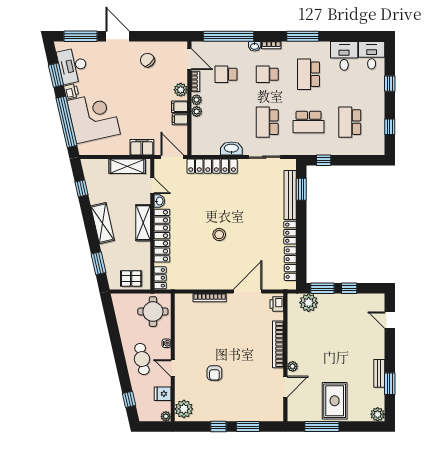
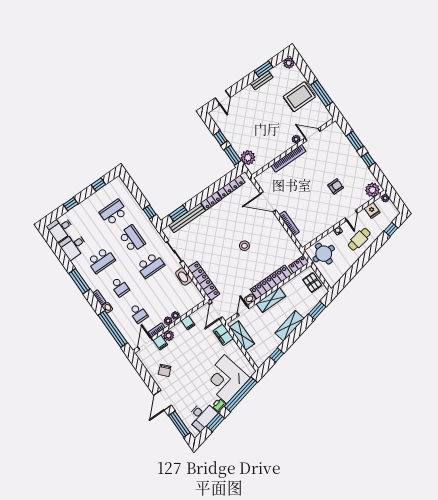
filing cabinet: (180, 107) -> (160, 342), moved
school desk: (350, 122) -> (113, 212), turned 180
printer: (277, 304) -> (263, 177), removed

